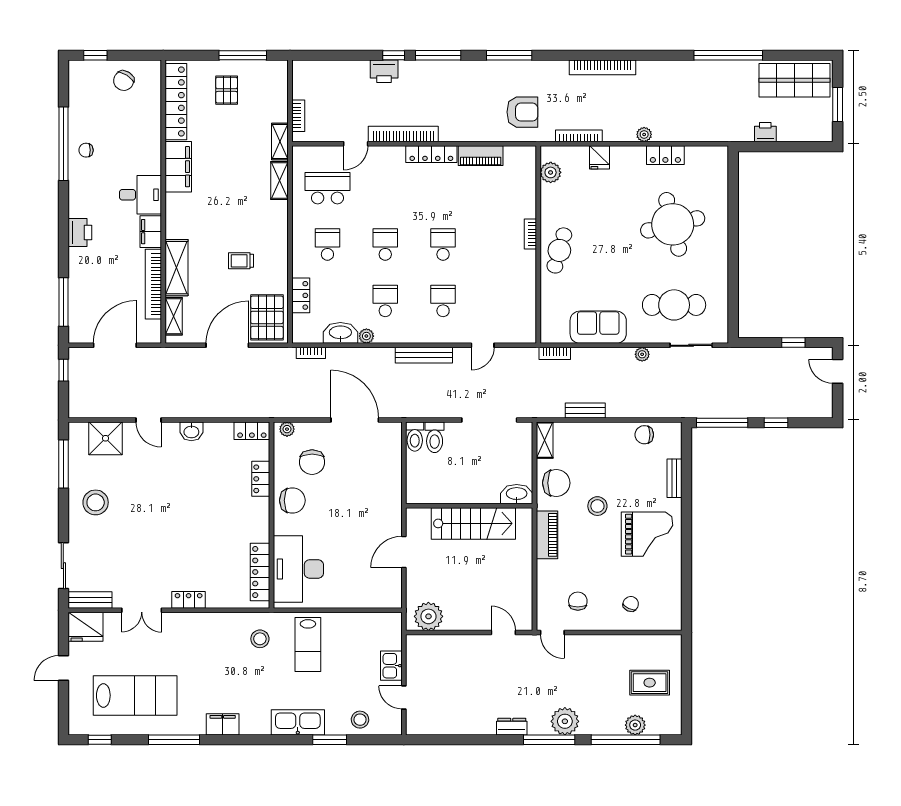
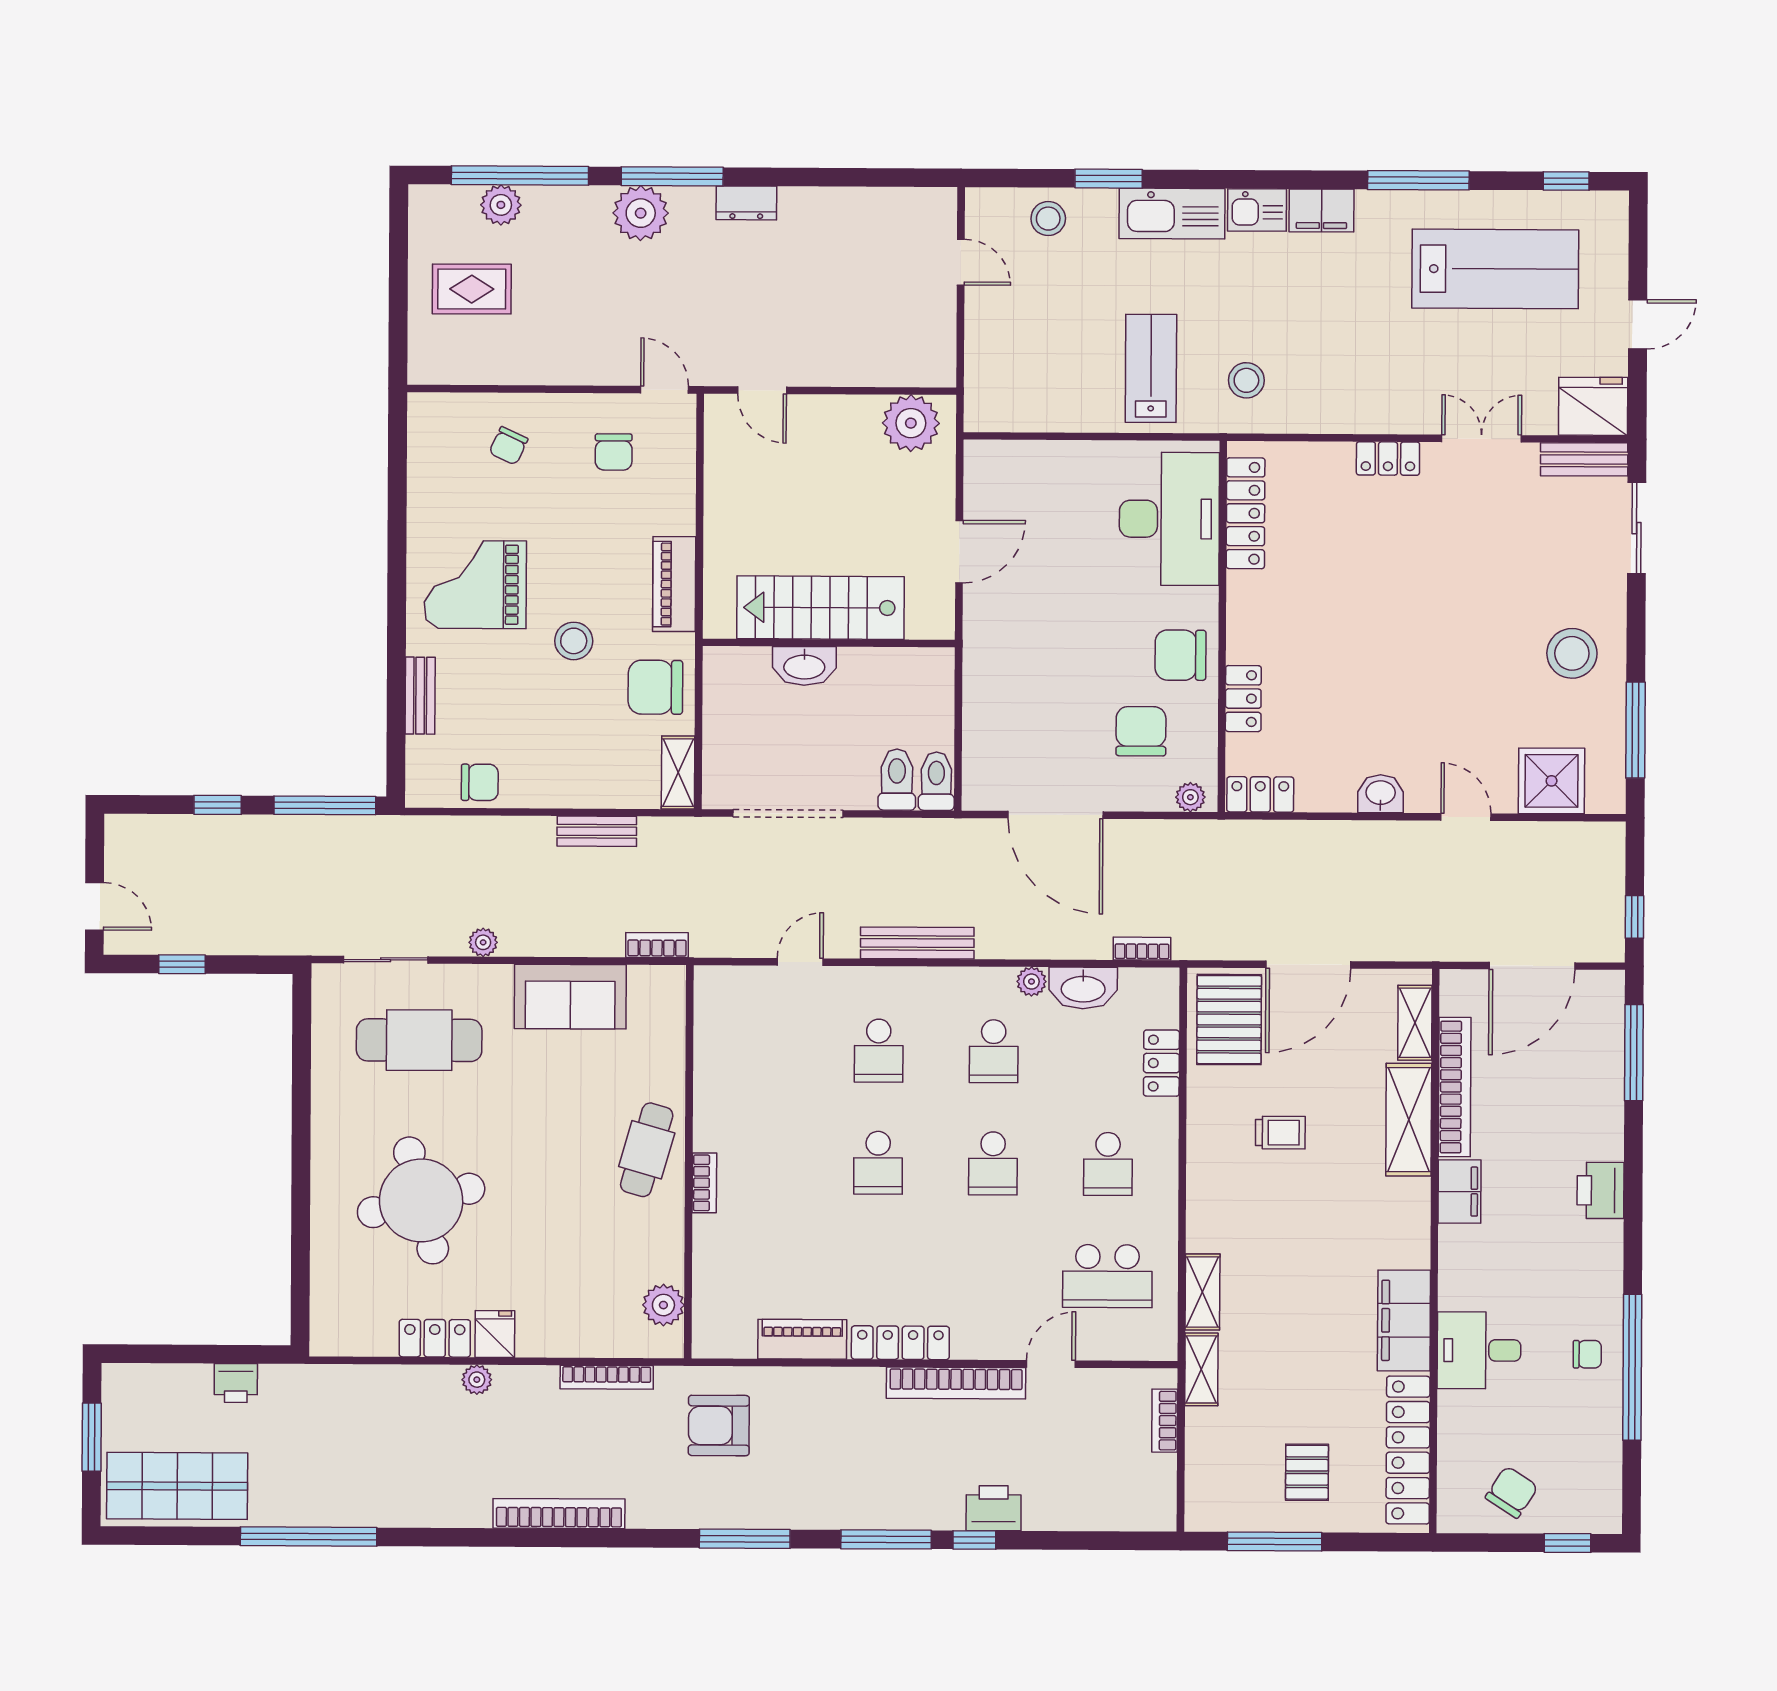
fridge: (599, 157) -> (495, 1334), moved
desk: (140, 195) -> (1479, 1350), moved
washbasin: (517, 494) -> (804, 666), moved
kitchen sink: (391, 666) -> (1257, 210), moved, turned 90
lab bench: (135, 695) -> (1495, 269), turned 180

